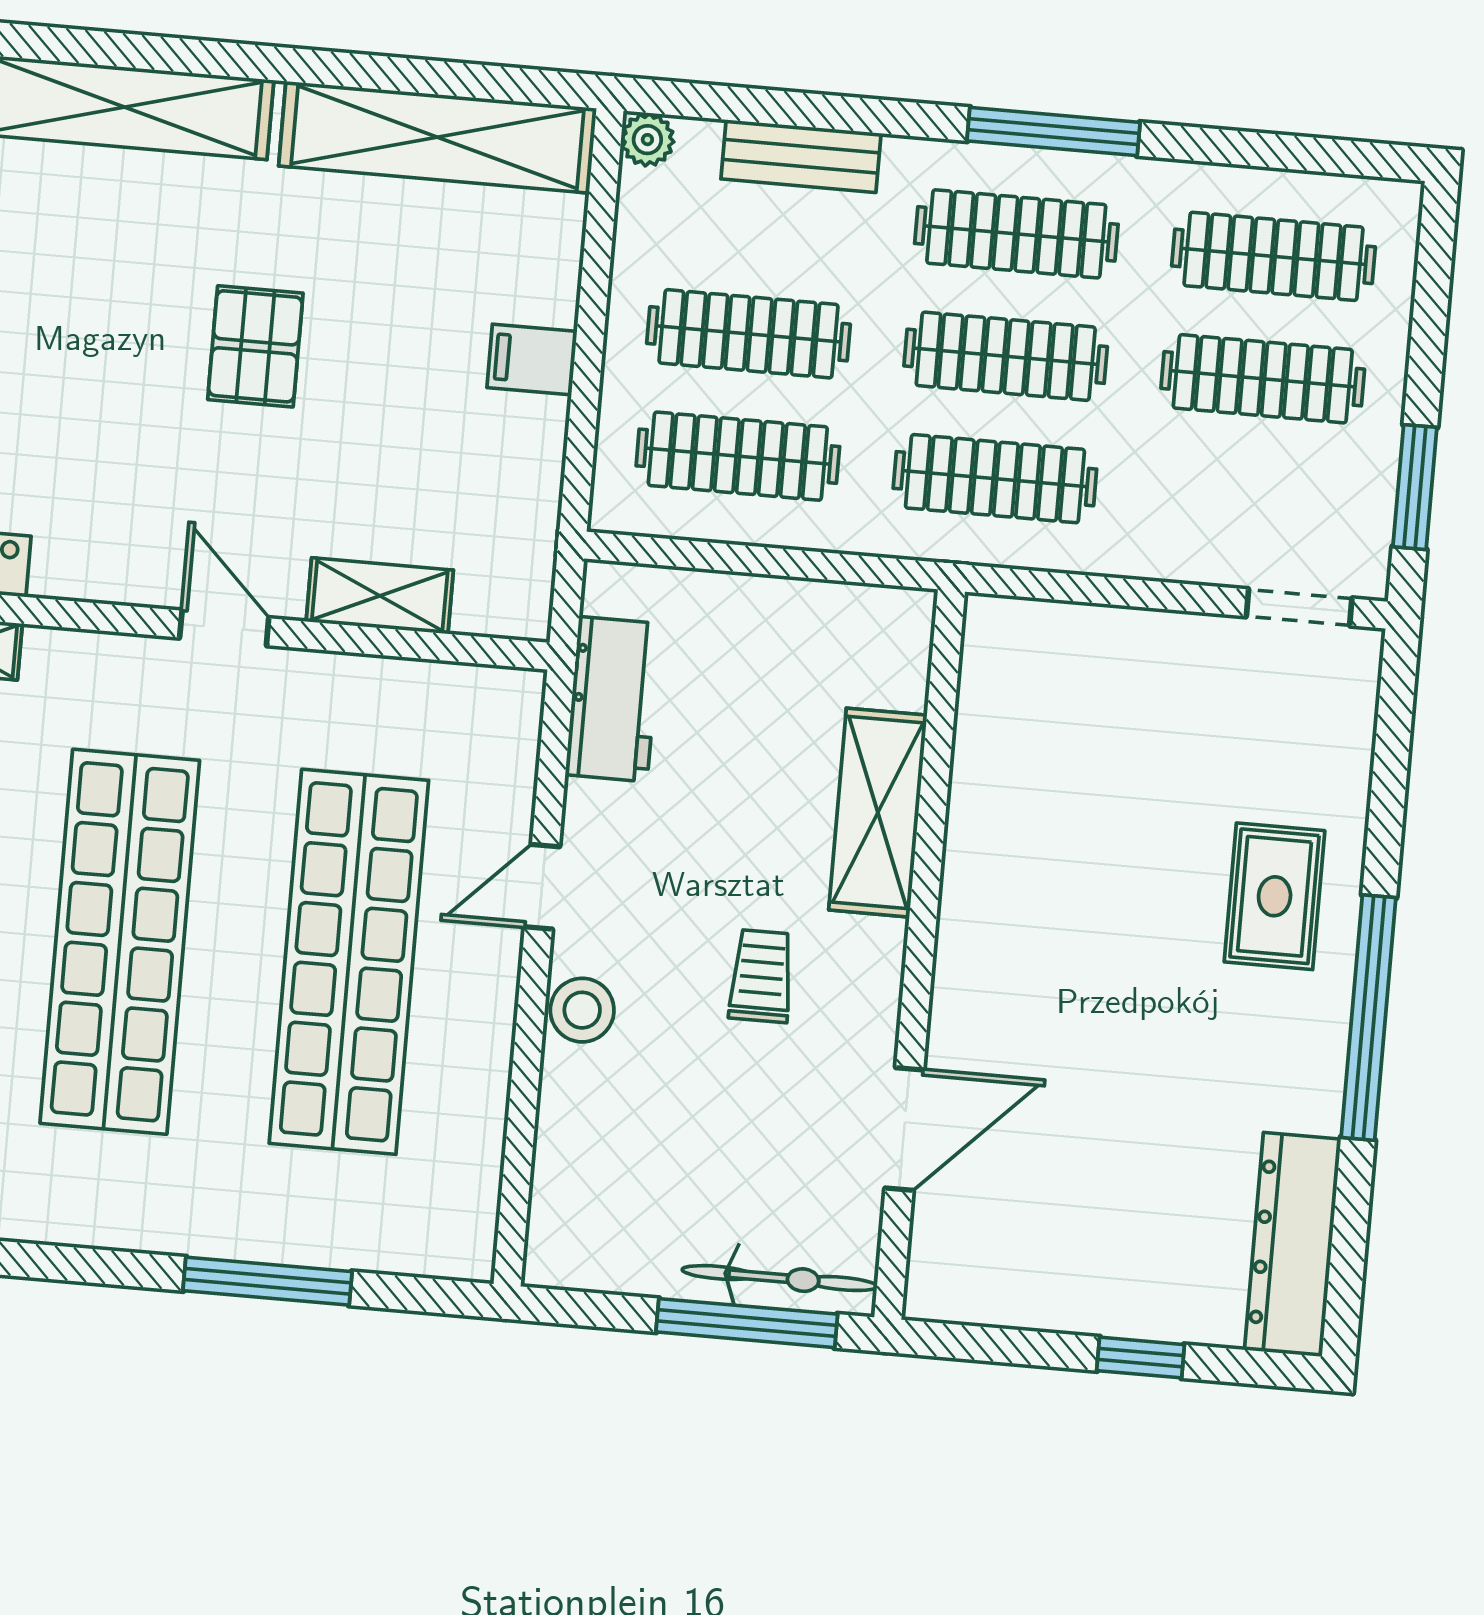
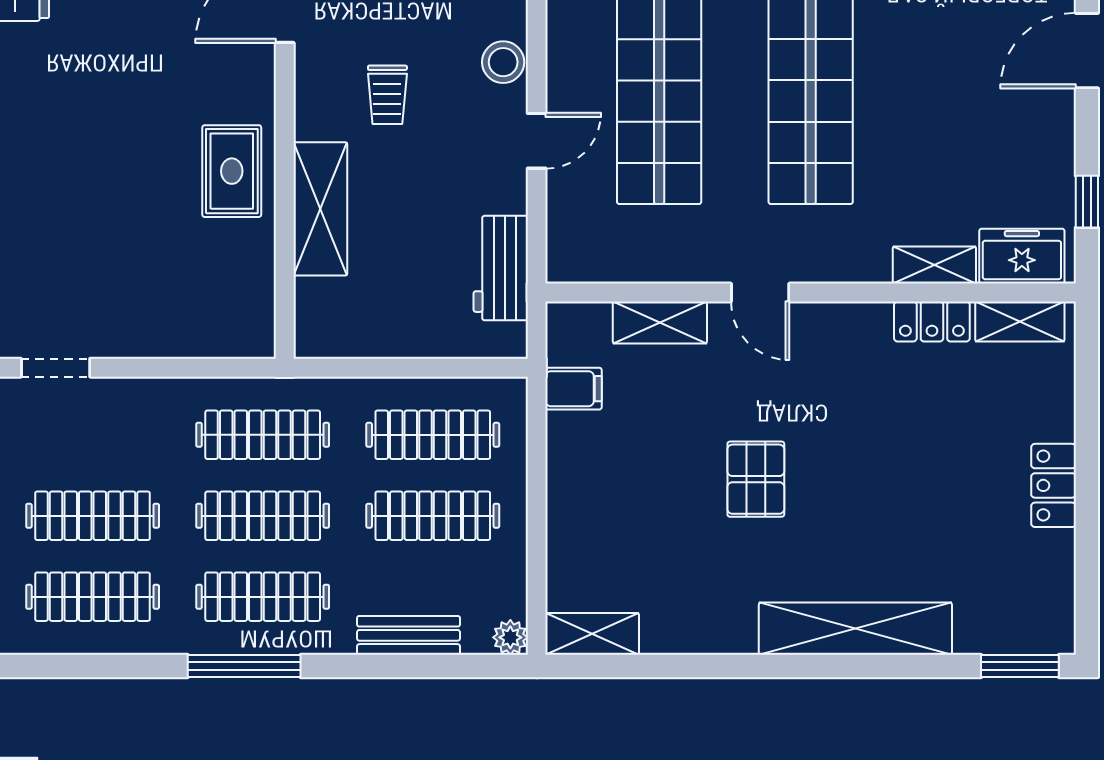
shelving: (438, 137) -> (592, 634), width x0.45, depth x0.75
filing cabinet: (532, 360) -> (574, 389), moved
rug: (1275, 896) -> (232, 171), moved

